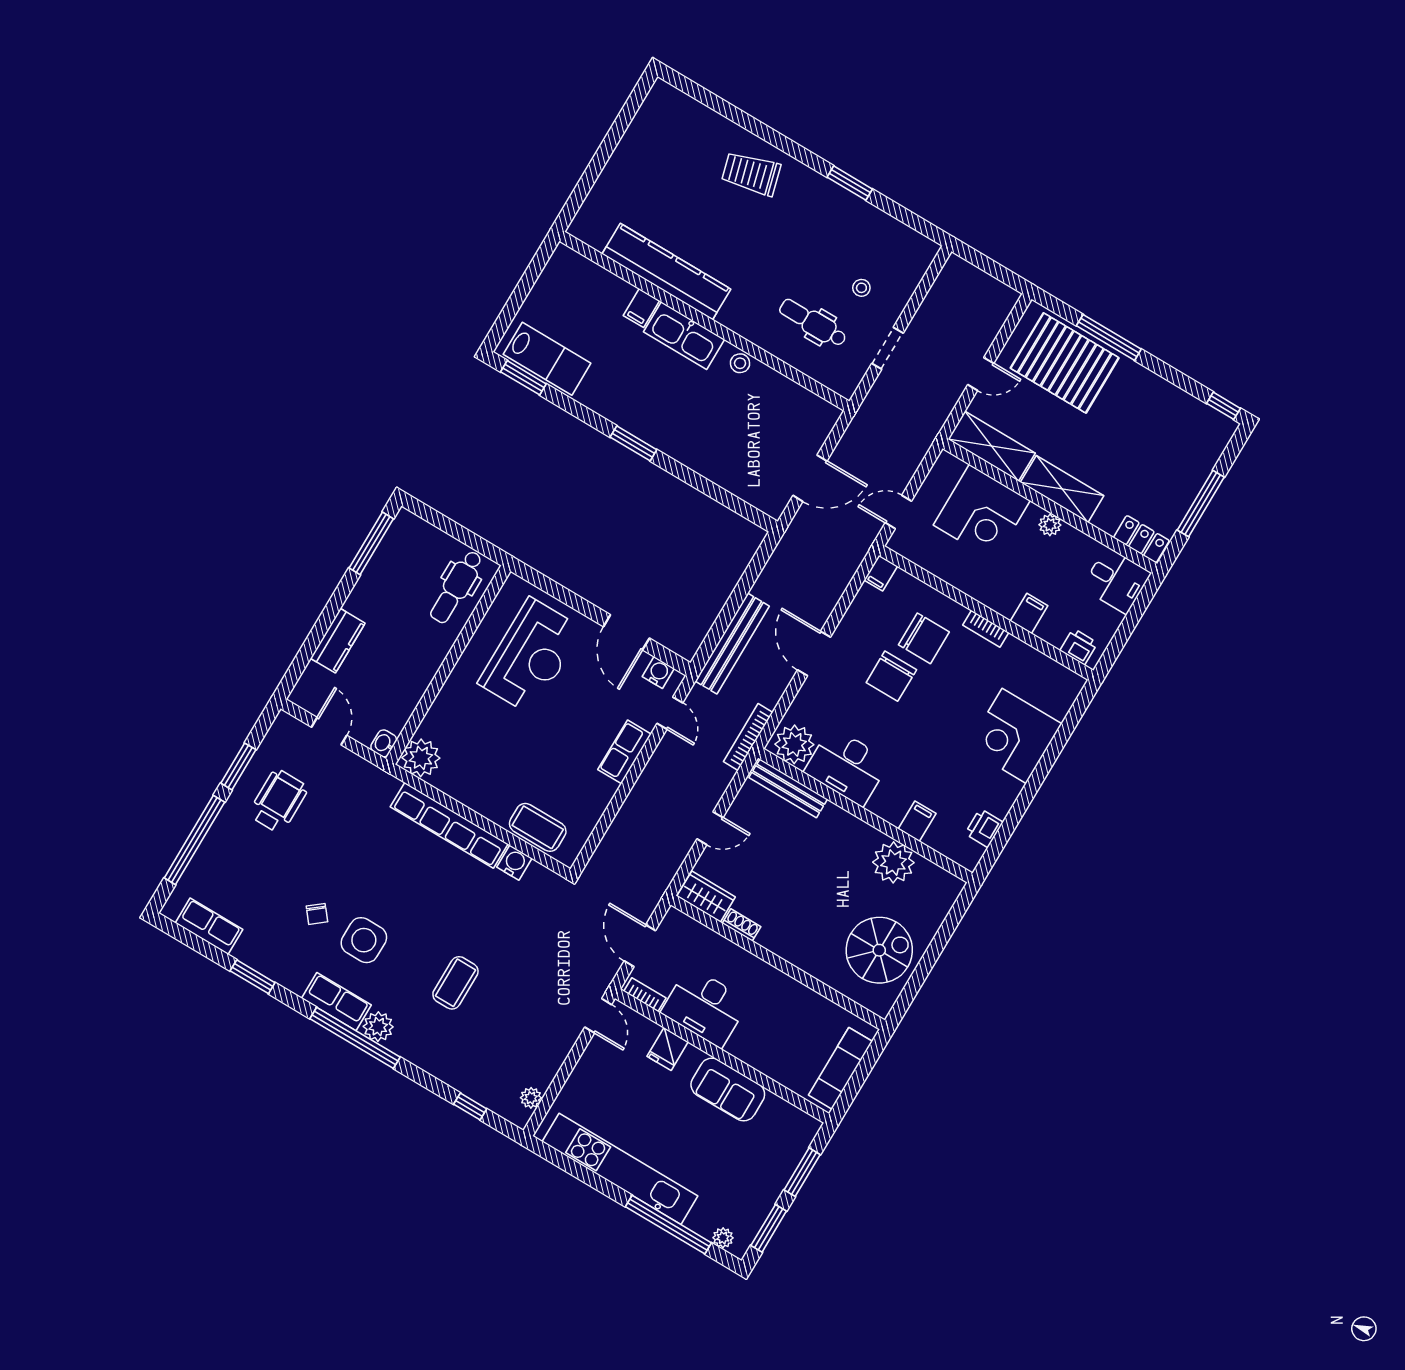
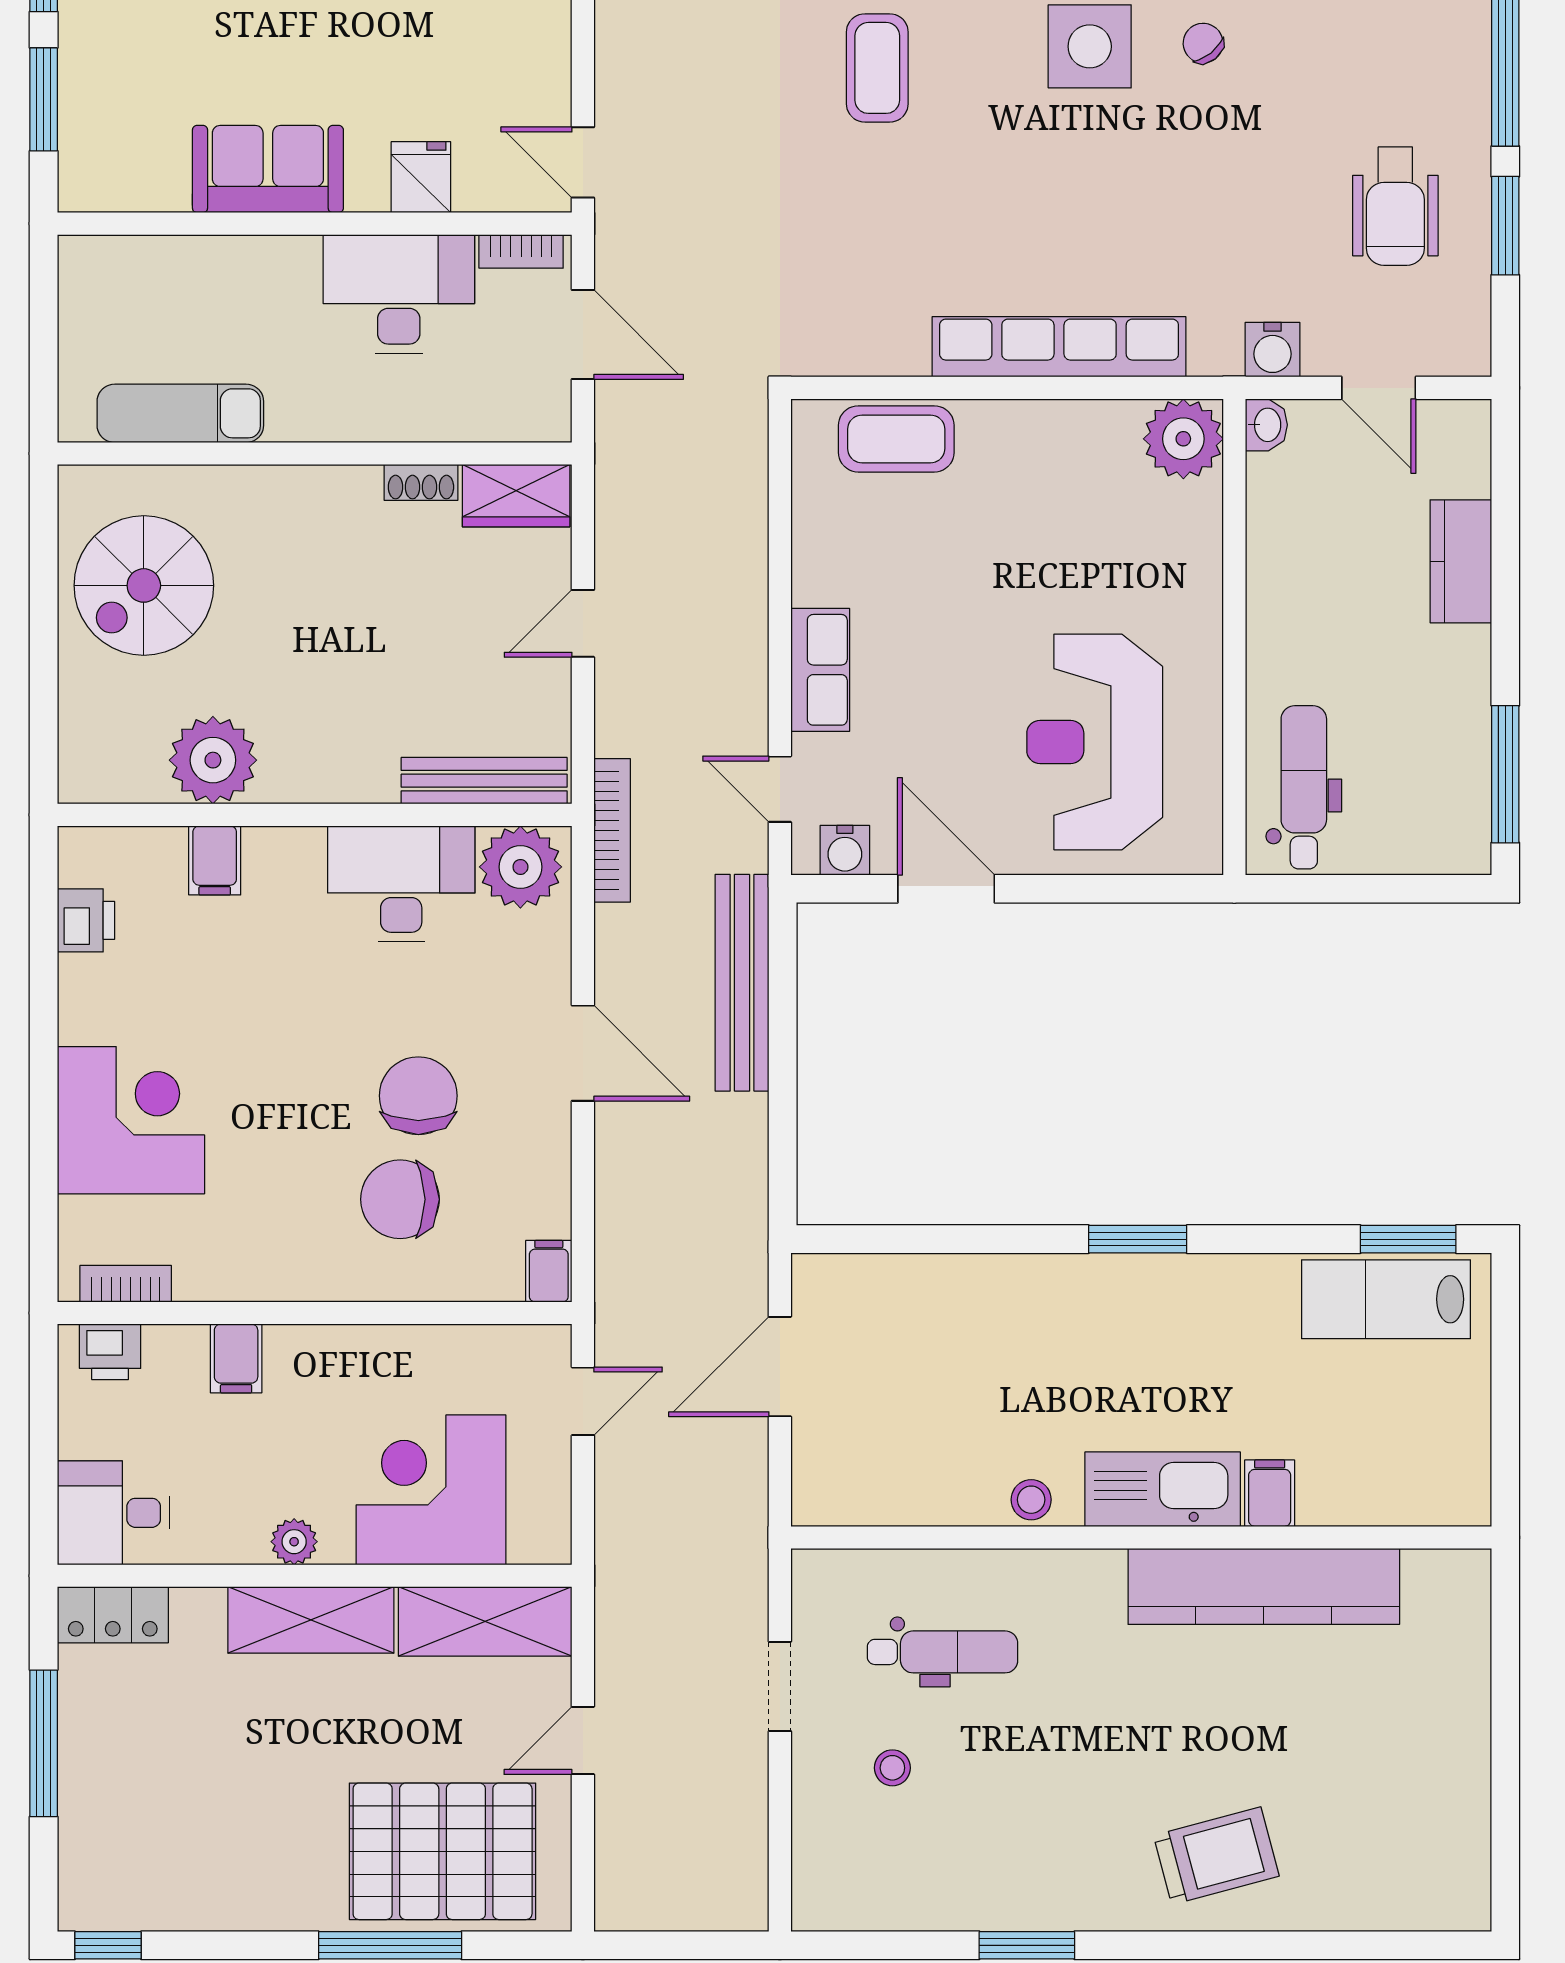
bookcase: (986, 629) -> (126, 1284), moved
water cooler: (514, 863) -> (1273, 350), moved
exam couch: (840, 1068) -> (180, 413), moved, turned -90

